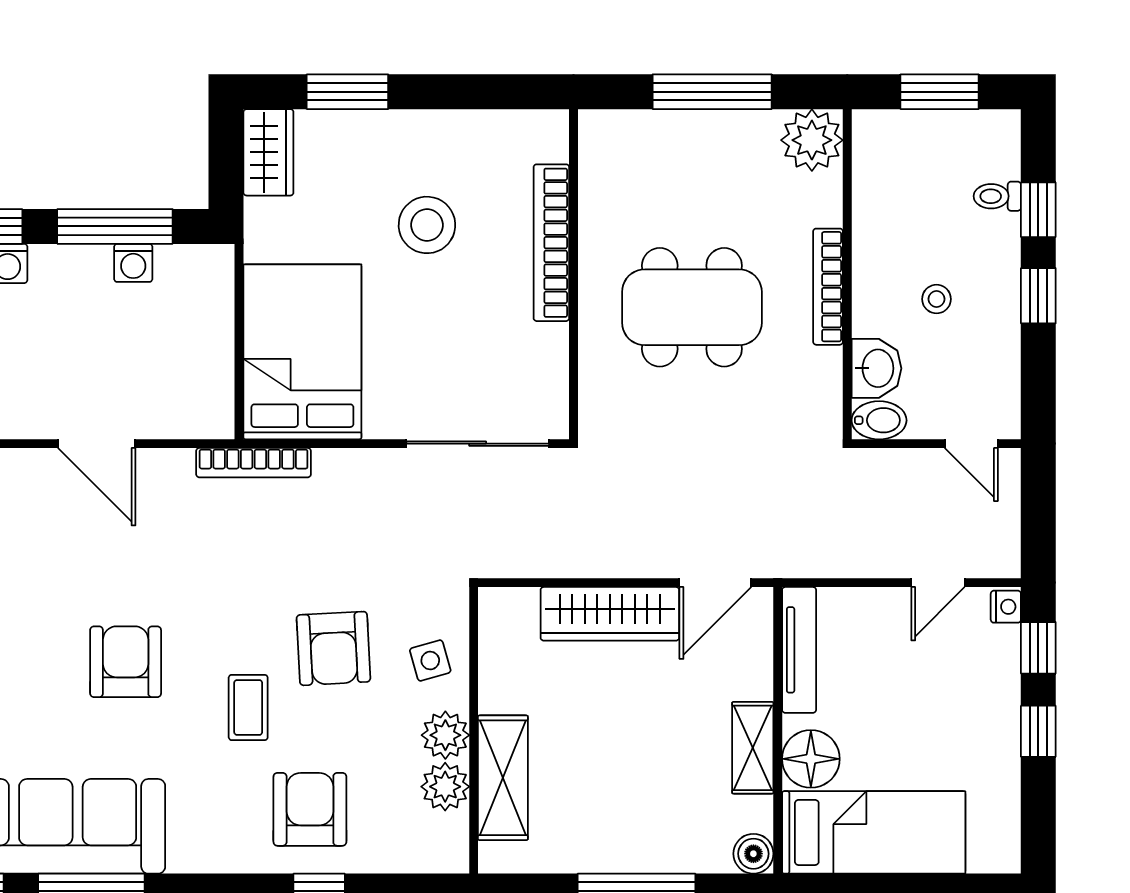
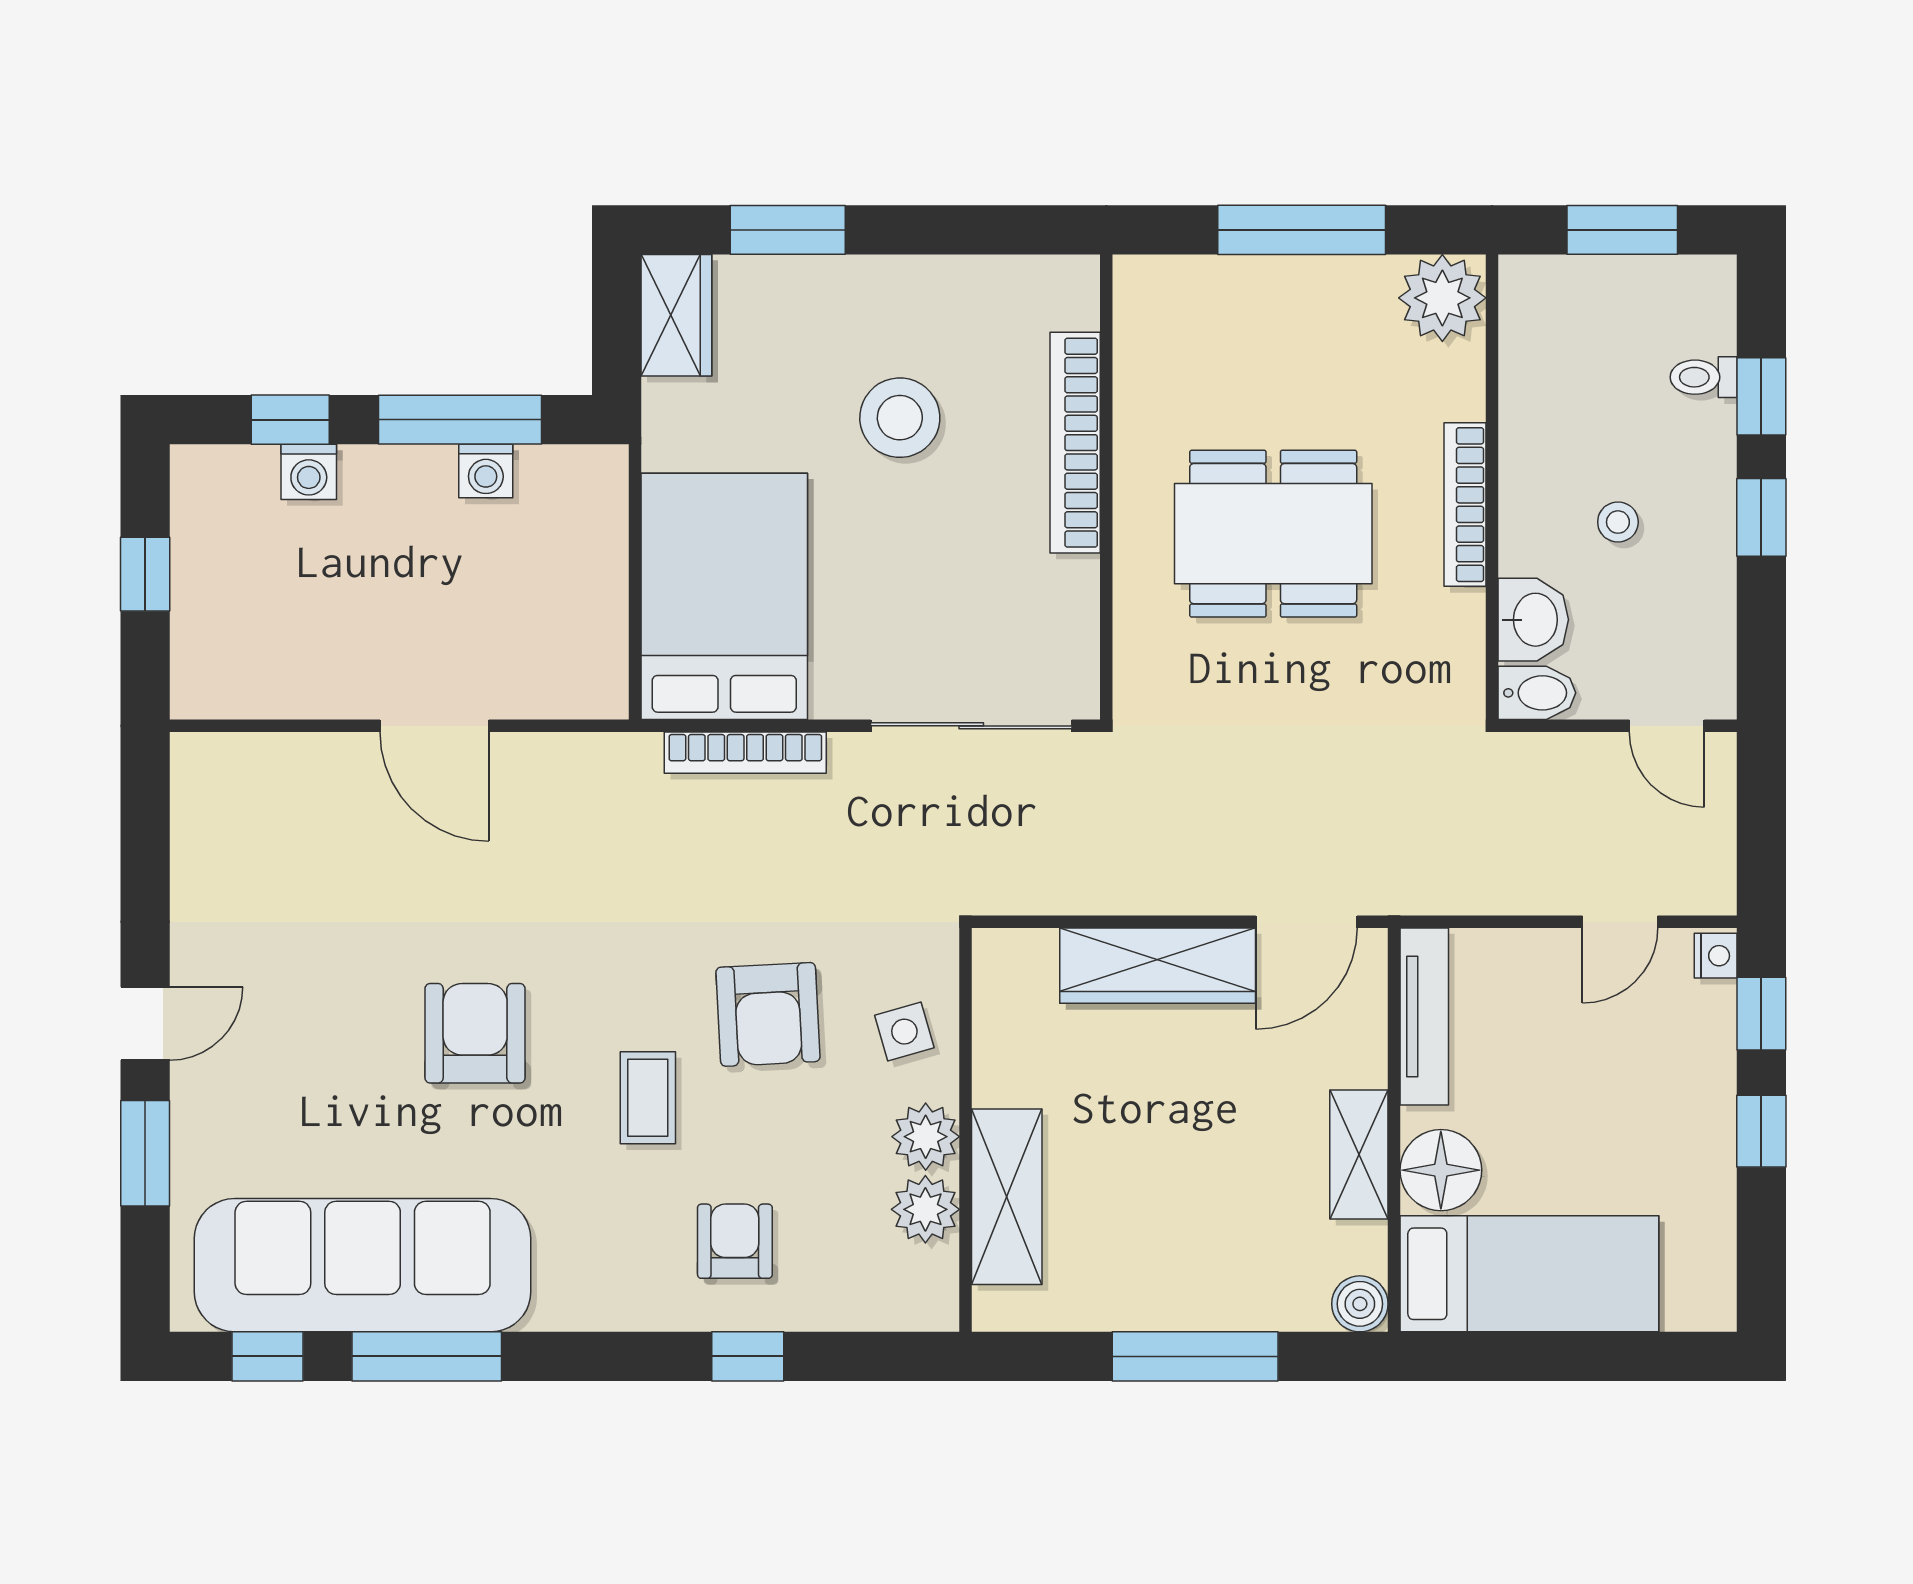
bookcase: (254, 463) -> (745, 753), moved
armchair: (310, 809) -> (735, 1241), width x0.72, depth x0.72

